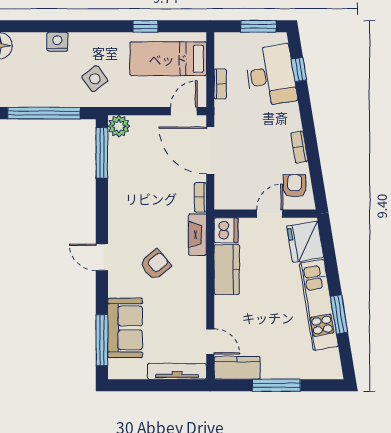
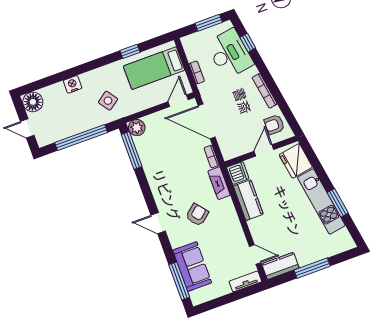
bookcase: (299, 147) -> (265, 91), width x1.56
armchair: (295, 186) -> (274, 125), turned -90
tv unit: (177, 371) -> (245, 281), width x0.71

